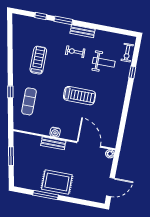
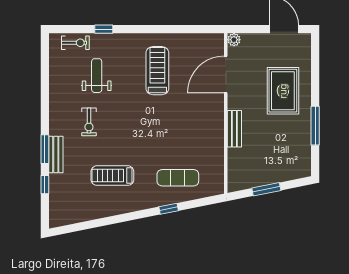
bench: (83, 31) -> (56, 155), moved
treadmill: (79, 96) -> (157, 71), moved
water cooler: (55, 132) -> (217, 129), removed
rug: (57, 182) -> (283, 91), moved

